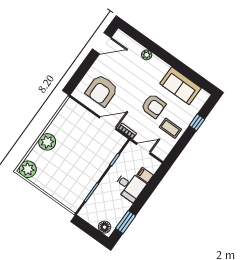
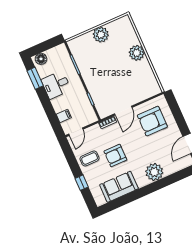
plant: (147, 55) -> (154, 172), width x1.87, depth x1.87
armchair: (102, 90) -> (152, 121), turned -90
door: (143, 148) -> (76, 132), moved
plant: (28, 169) -> (101, 35), moved
desk: (130, 186) -> (56, 85), moved

